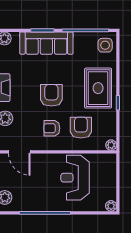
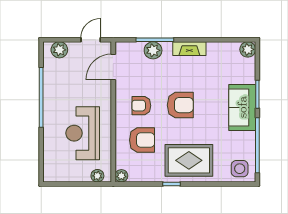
sofa: (46, 43) -> (242, 107), width x0.73
armchair: (52, 128) -> (141, 106), turned -90
reception desk: (75, 178) -> (83, 133), turned -90
plant: (111, 206) -> (97, 176), moved

